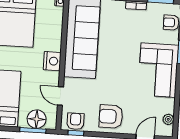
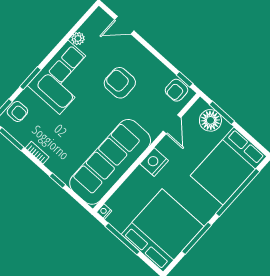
armchair: (111, 116) -> (120, 83), moved, turned 180
plant: (168, 119) -> (78, 38), moved

